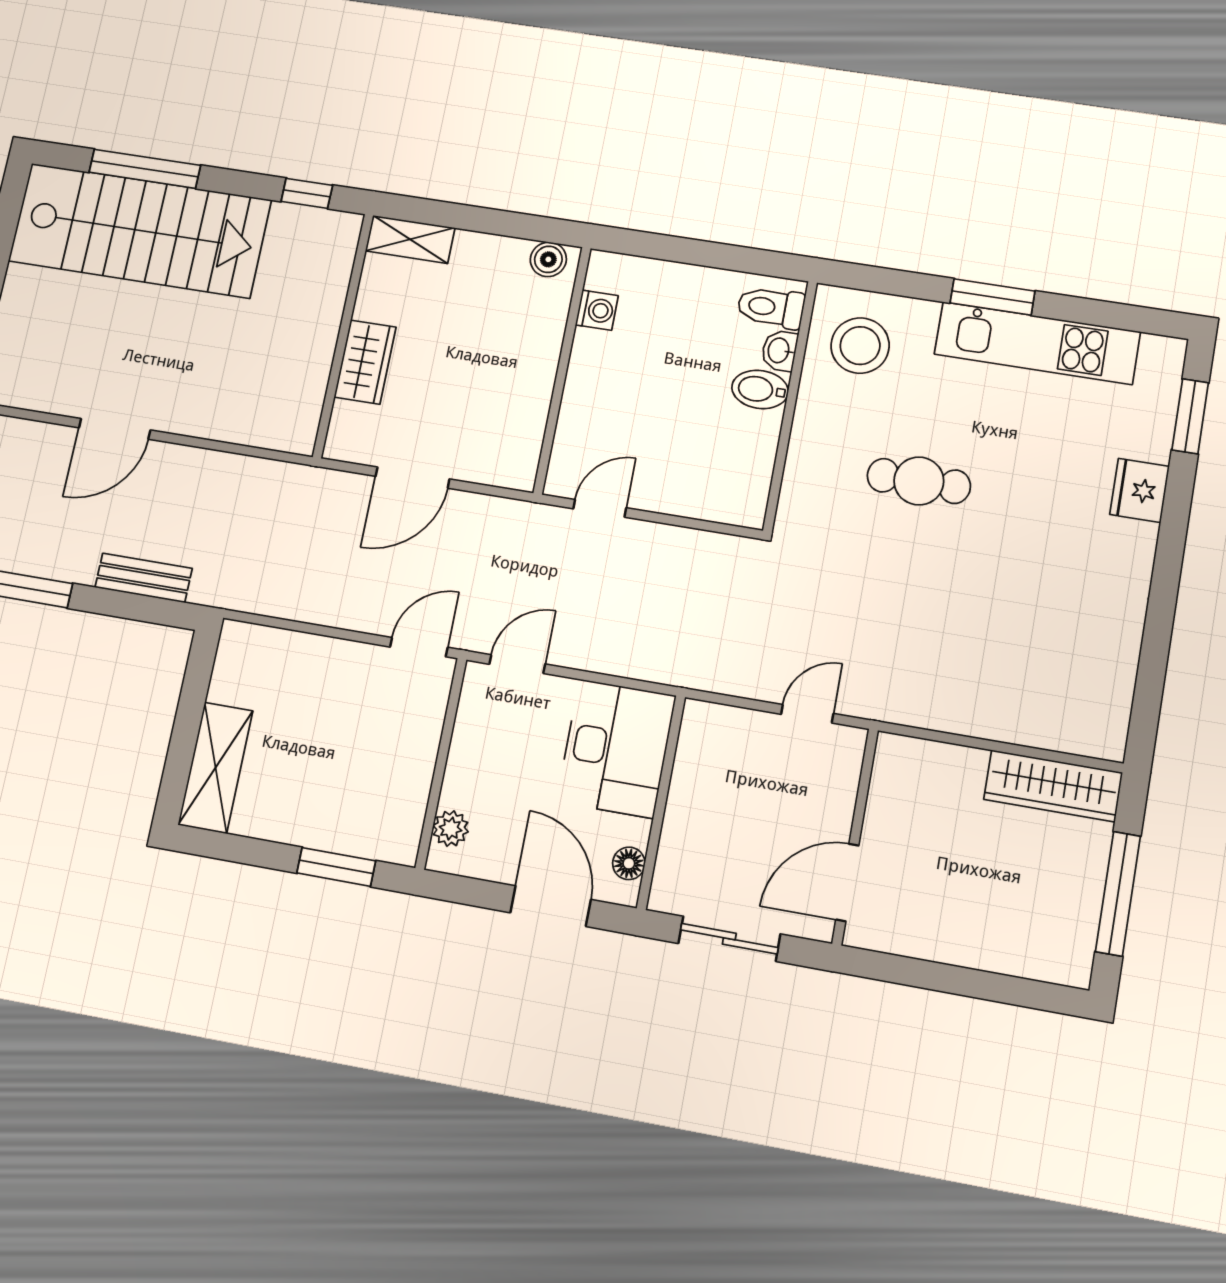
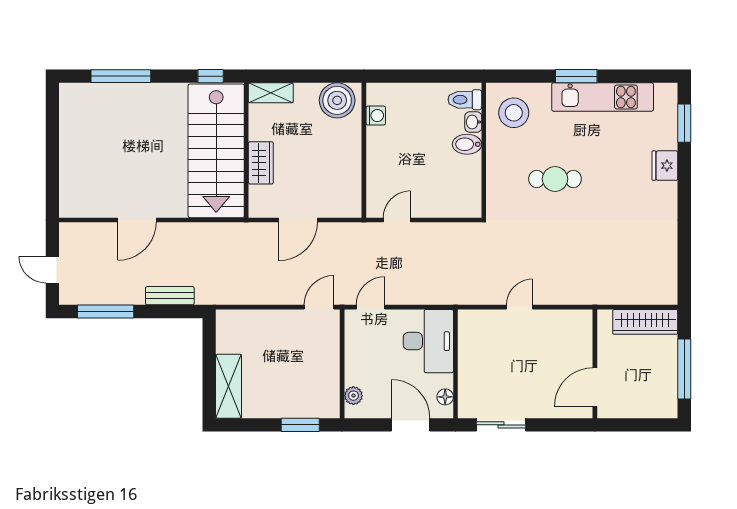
stairs: (140, 230) -> (216, 151), moved, turned 90
boiler: (548, 259) -> (337, 100), width x1.86, depth x1.86
wall: (855, 836) -> (595, 364), moved
door: (847, 882) -> (595, 387), moved

